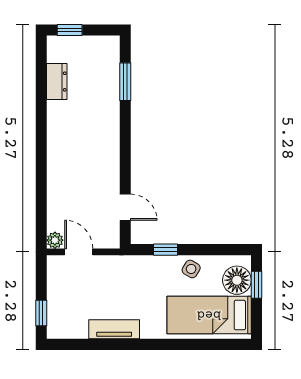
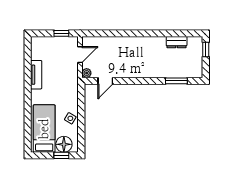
plant: (55, 240) -> (87, 73), moved
window: (166, 250) -> (81, 104), removed
window: (41, 313) -> (61, 33), moved

